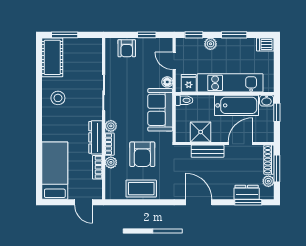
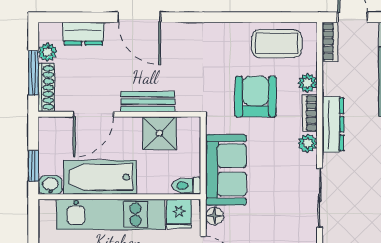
bookcase: (97, 167) -> (330, 42), moved
coffee table: (141, 189) -> (277, 44), moved
door: (199, 202) -> (139, 17), moved
window: (248, 202) -> (81, 17), removed

